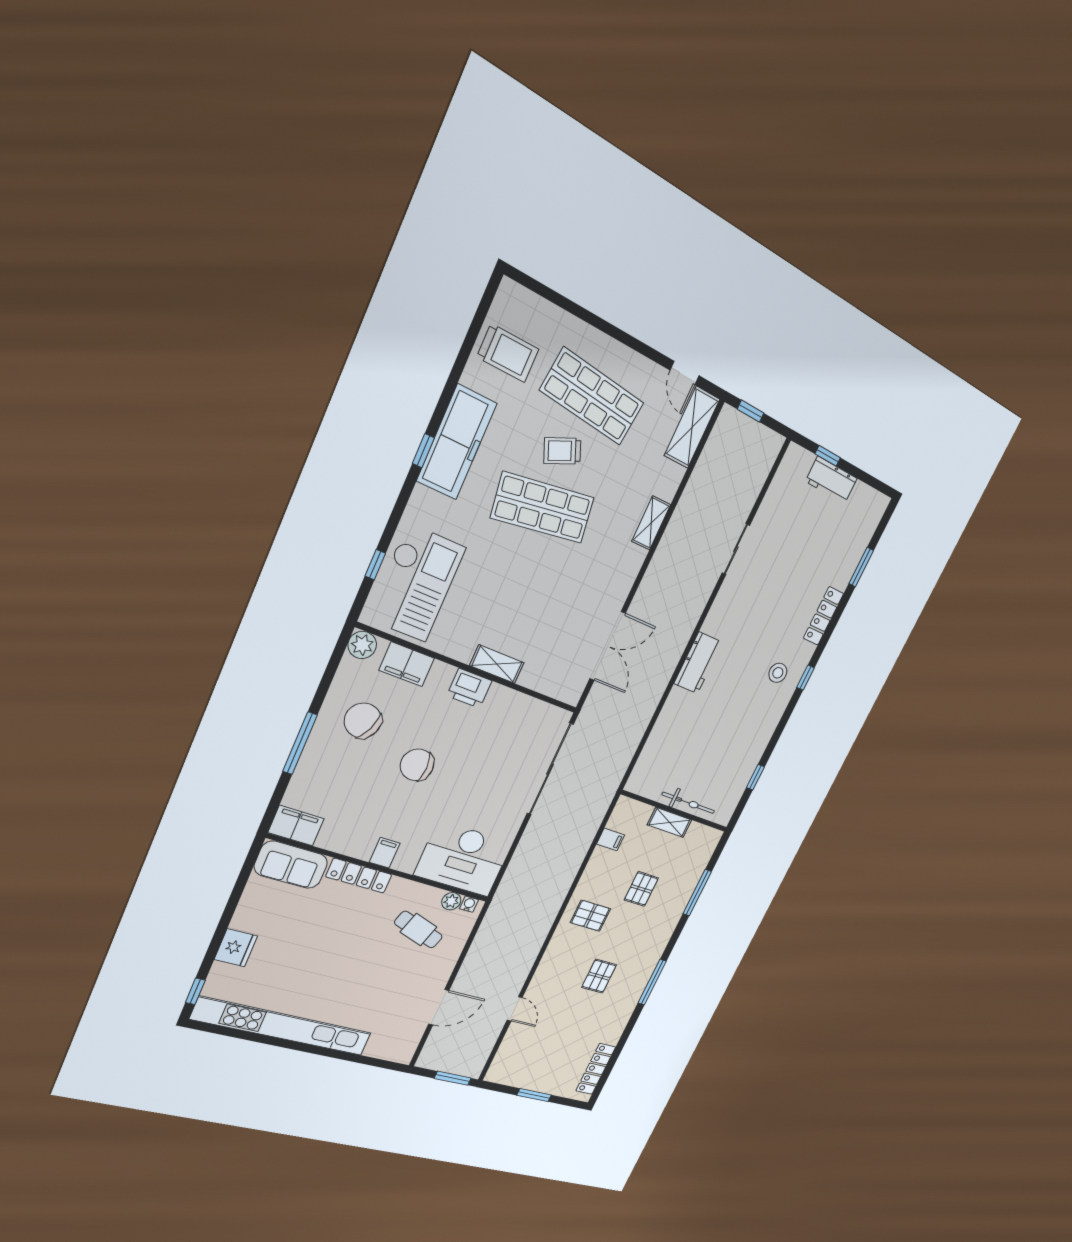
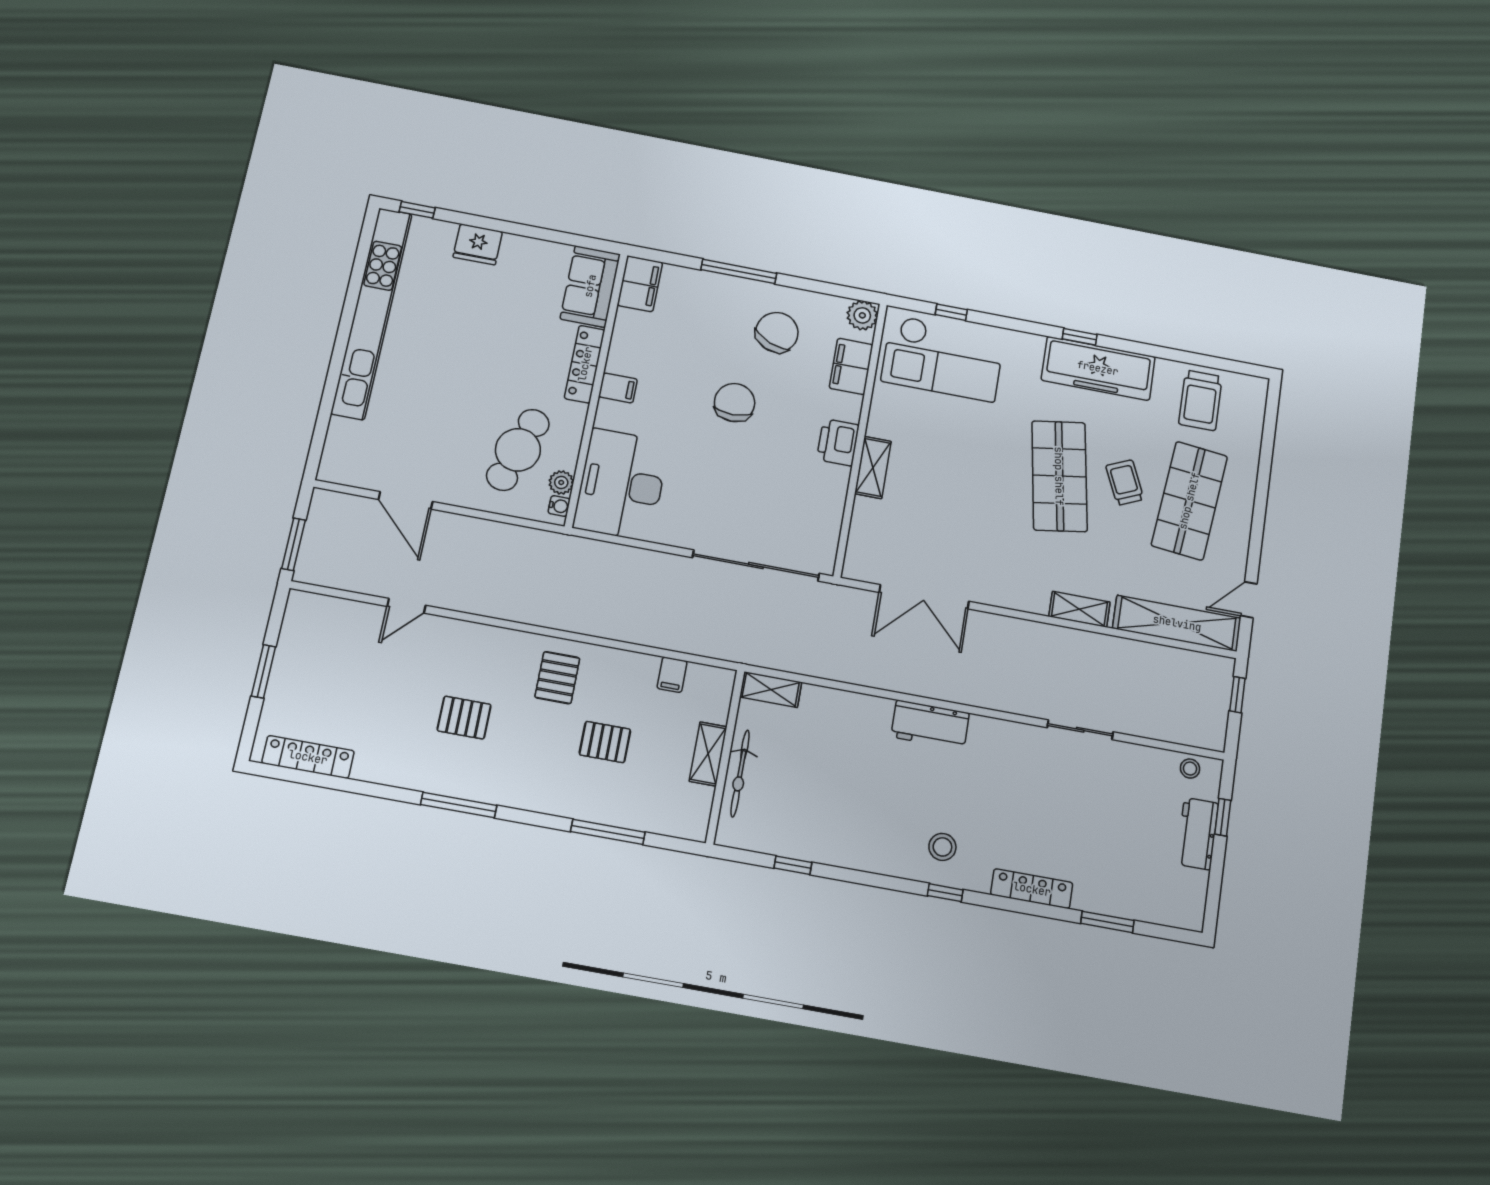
shelving: (692, 427) -> (1177, 623), width x1.47
stool: (788, 470) -> (1190, 769), added
shelving: (640, 773) -> (771, 690), added
cafe table: (418, 930) -> (518, 450), width x1.37, depth x1.35

